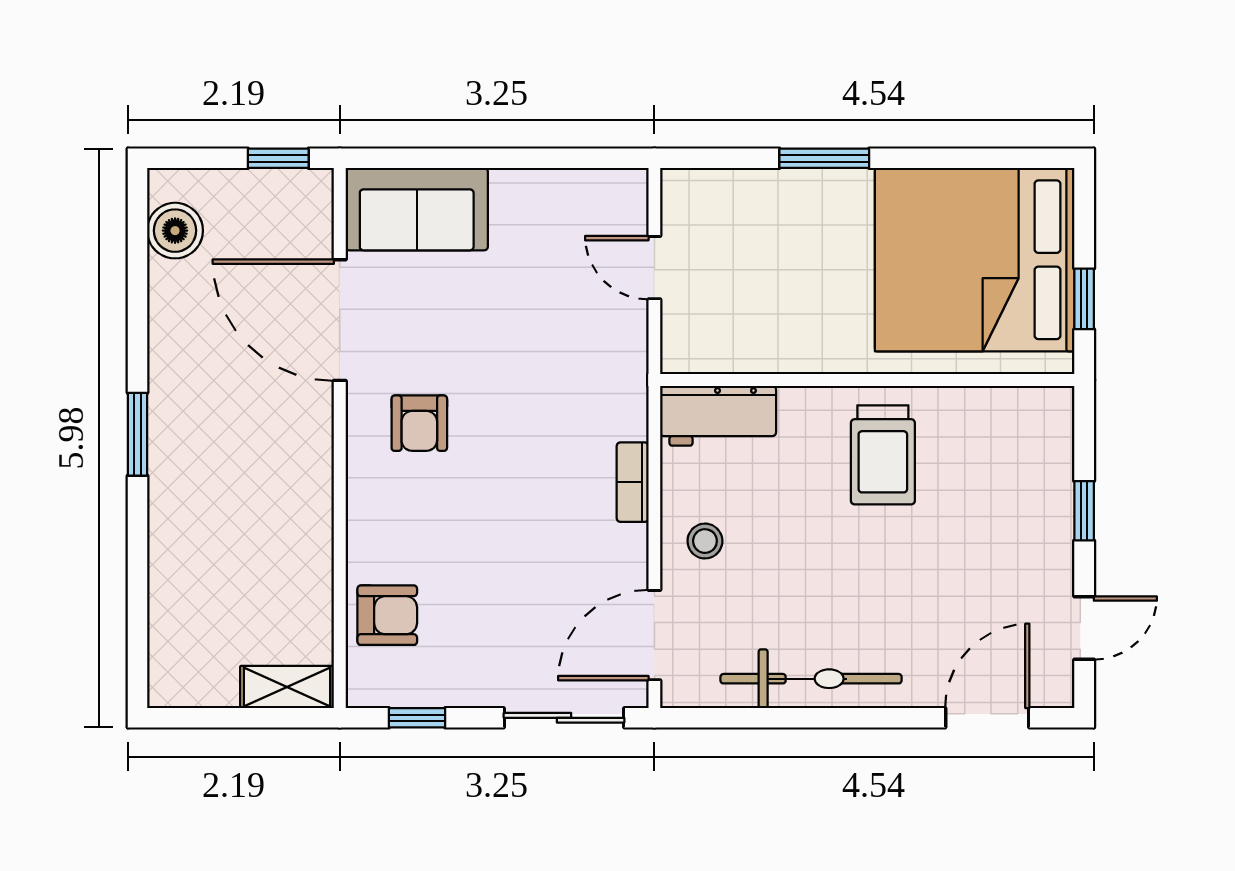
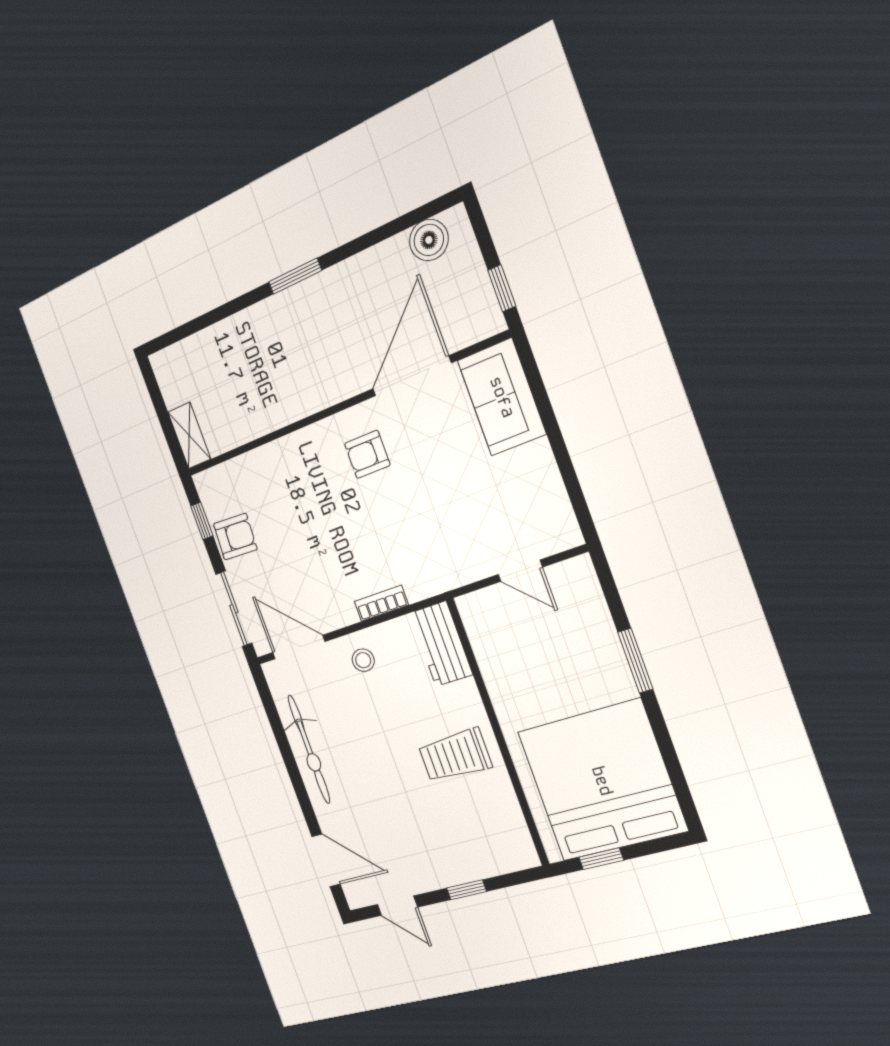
door: (654, 268) -> (520, 571), swing flipped
armchair: (387, 615) -> (235, 537), moved, turned -87

